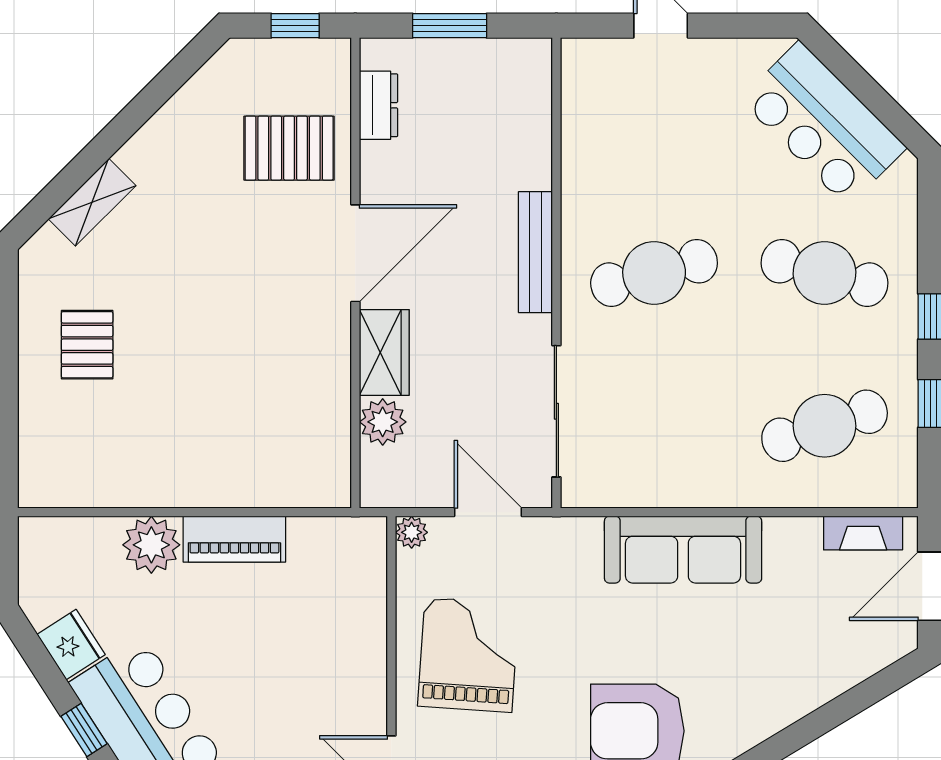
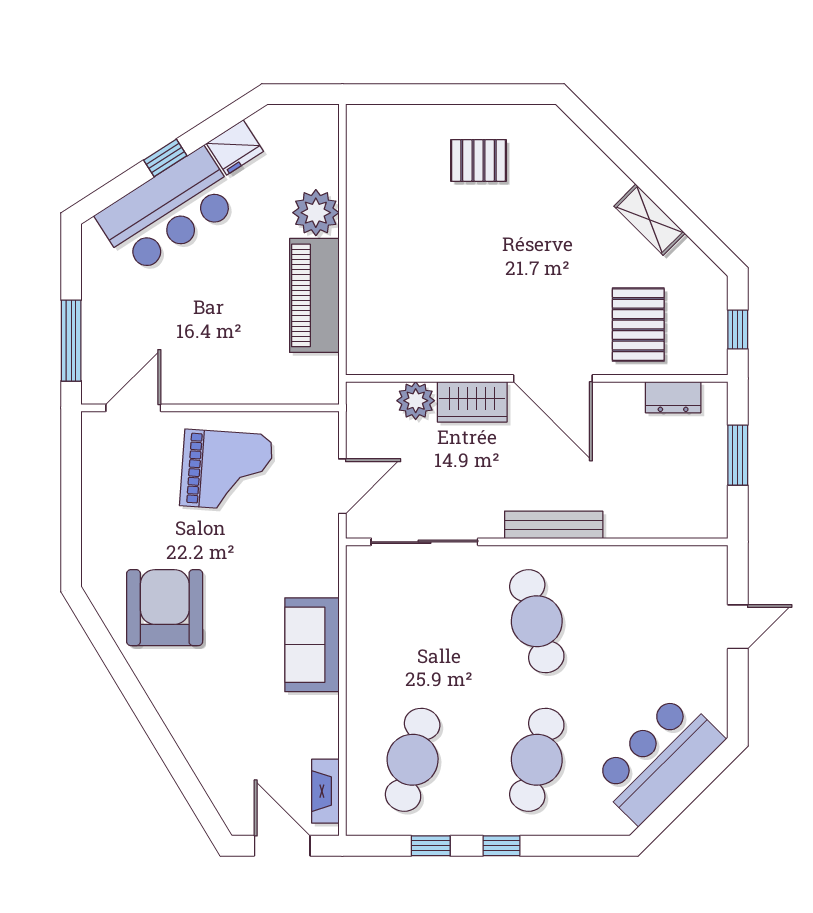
shelving: (92, 202) -> (650, 220), moved
cafe table: (825, 426) -> (413, 760), turned 33
plant: (412, 532) -> (326, 424), removed
piano: (234, 539) -> (314, 295), width x1.37, depth x1.33
sofa: (683, 550) -> (312, 645), width x0.73

